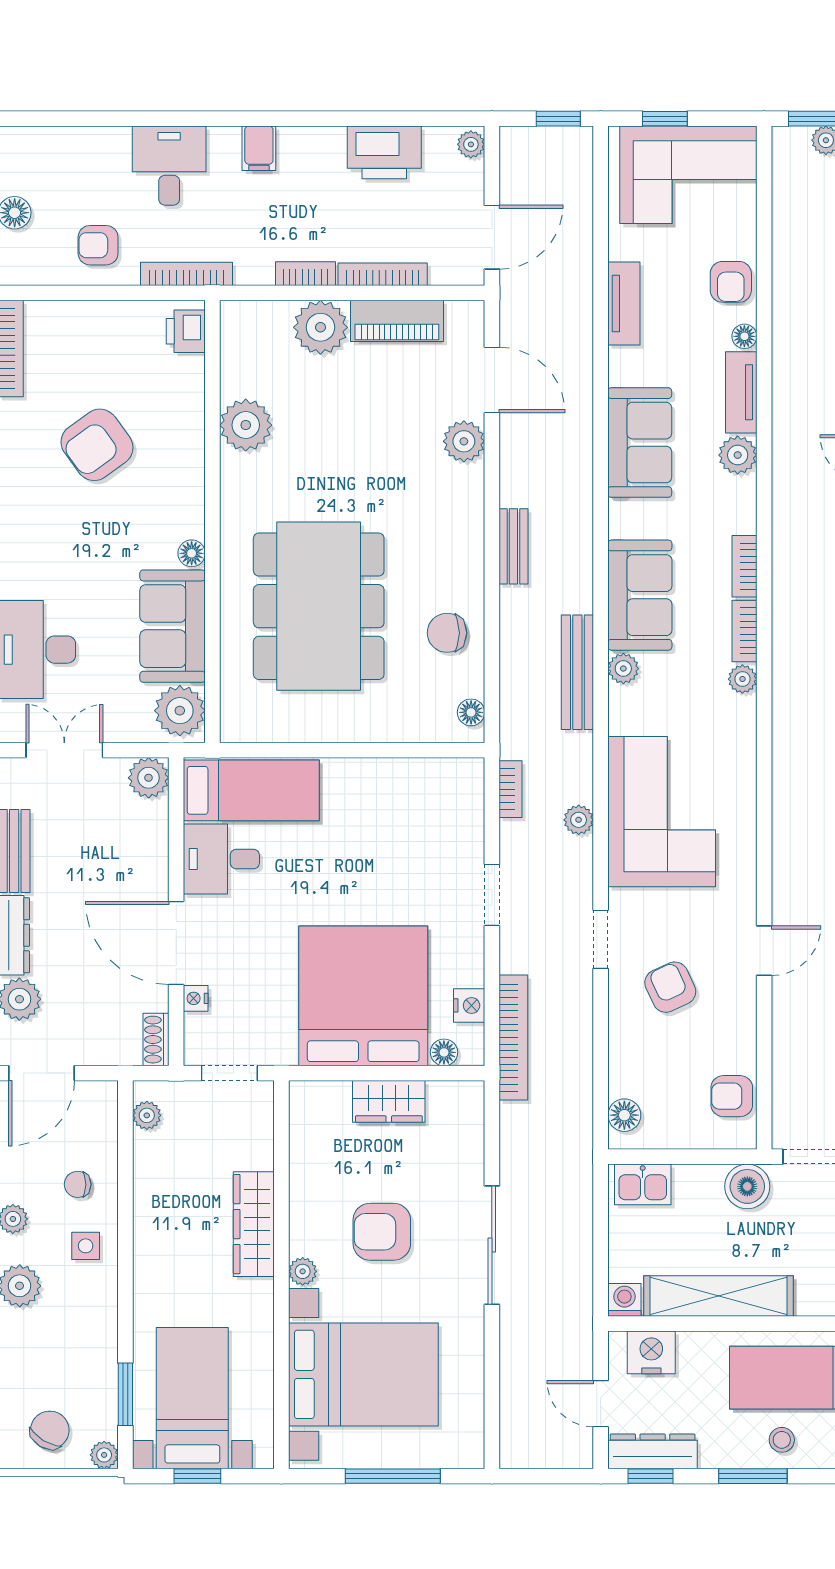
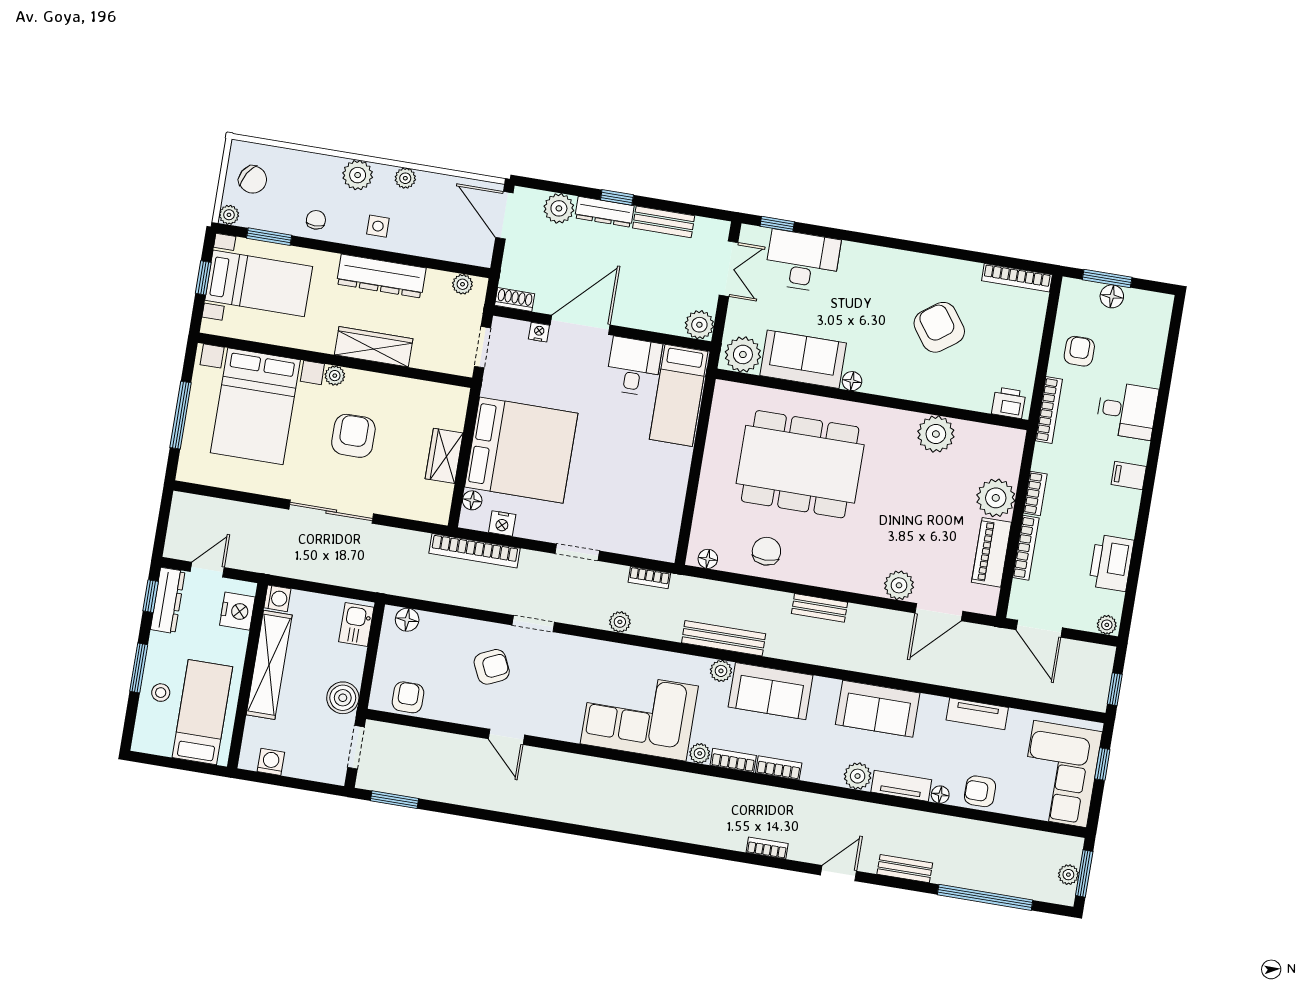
corner sofa: (662, 812) -> (639, 715), moved, turned 180
chair: (78, 1184) -> (316, 220), moved
dresser: (154, 1230) -> (381, 276), added

